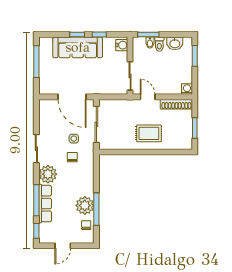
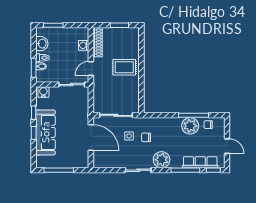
washing machine: (187, 89) -> (84, 45), moved
door: (72, 97) -> (91, 138), hinge flipped
rug: (149, 133) -> (124, 67), turned 90
row of seats: (45, 204) -> (200, 162), moved

